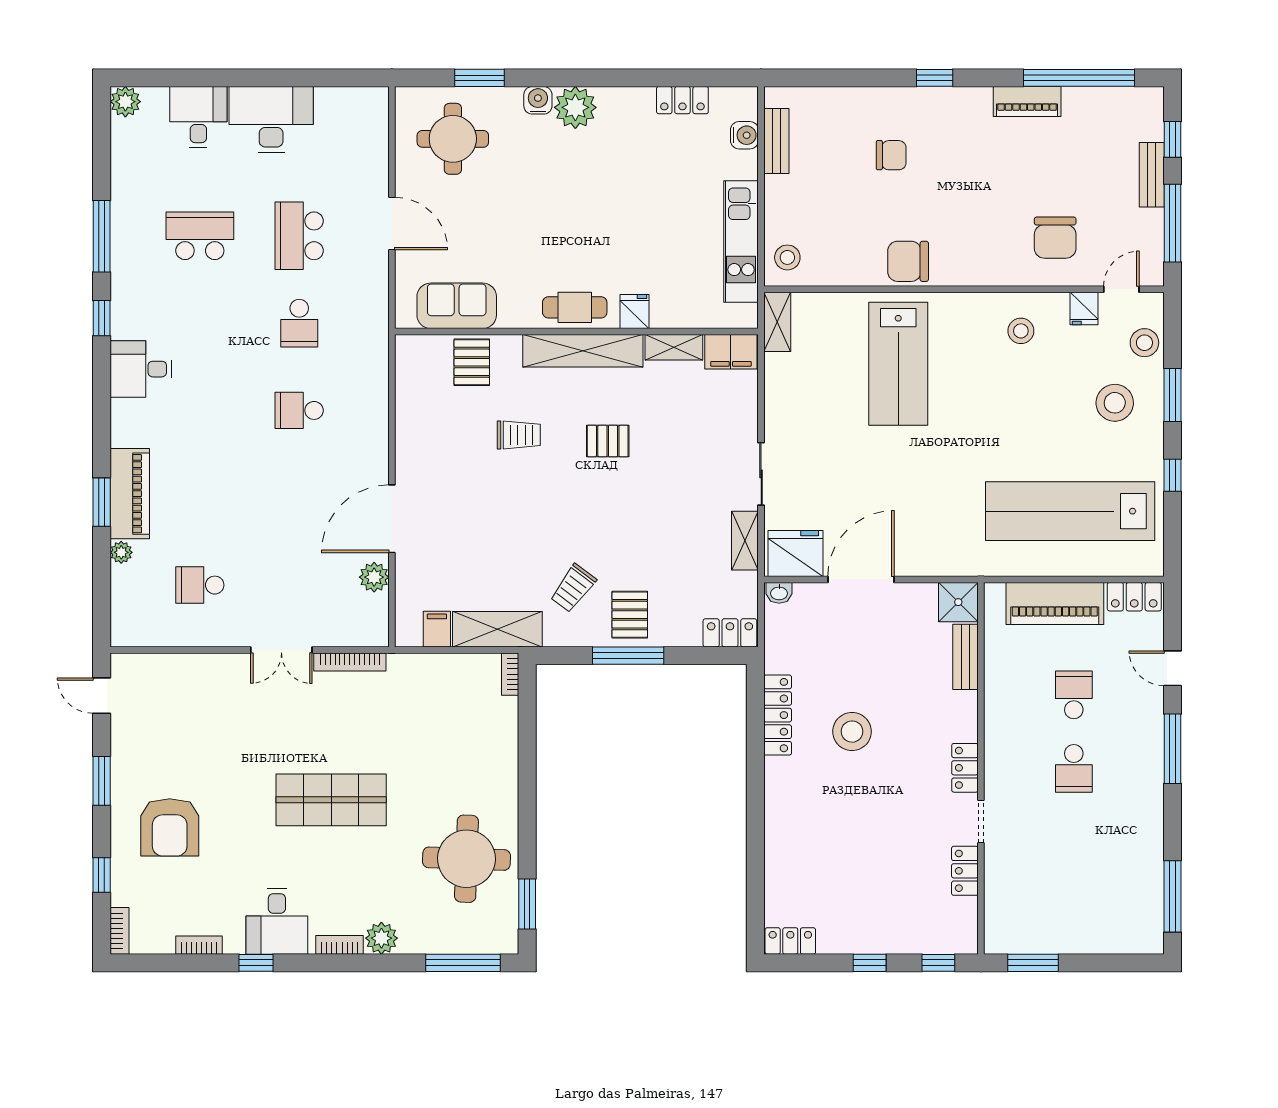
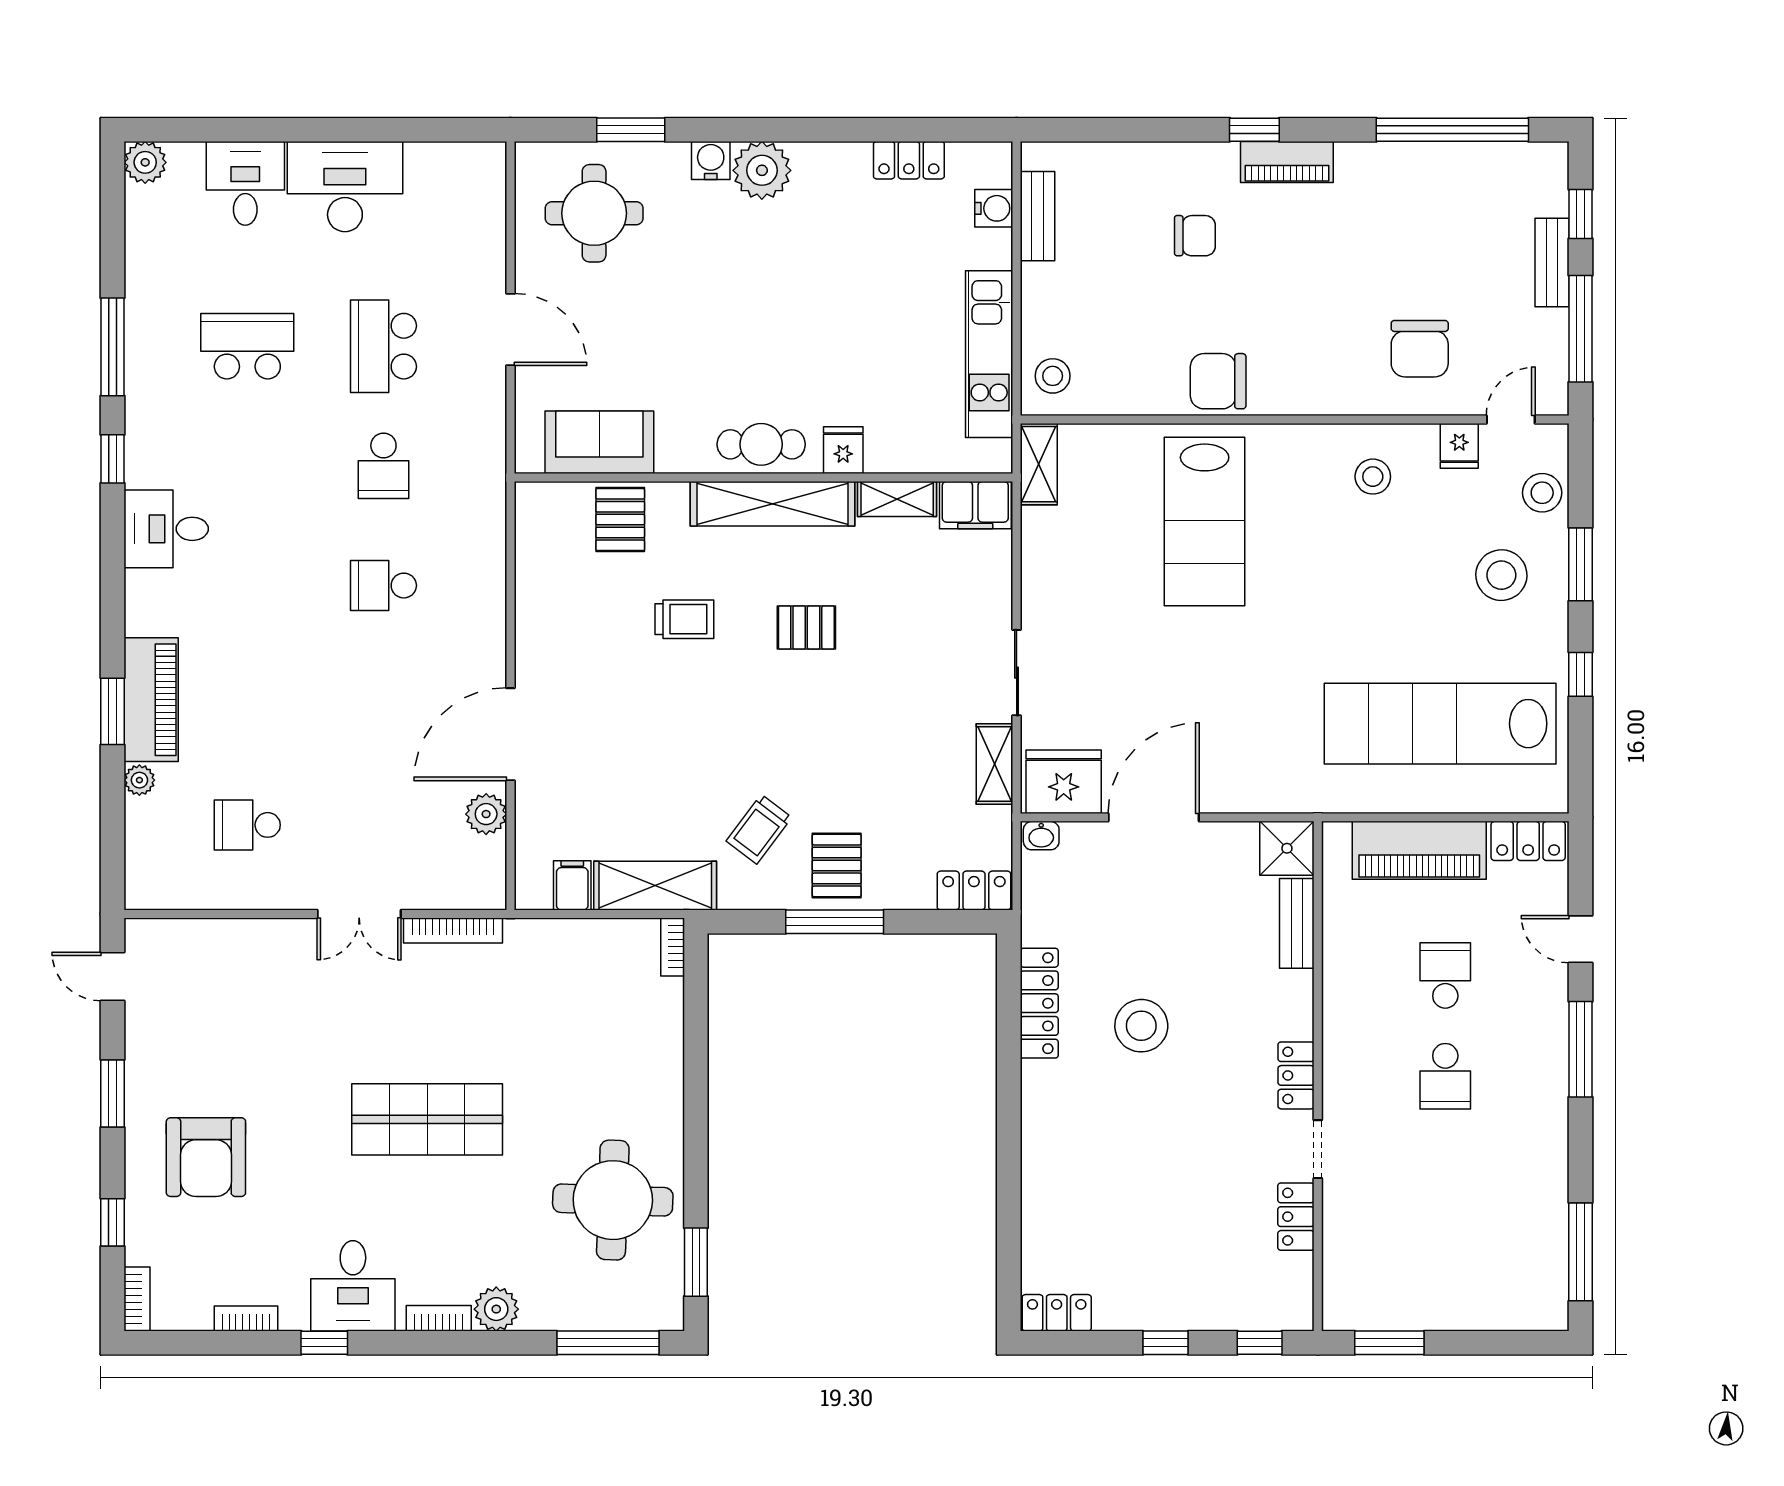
piano: (1027, 101) -> (1287, 162), moved

